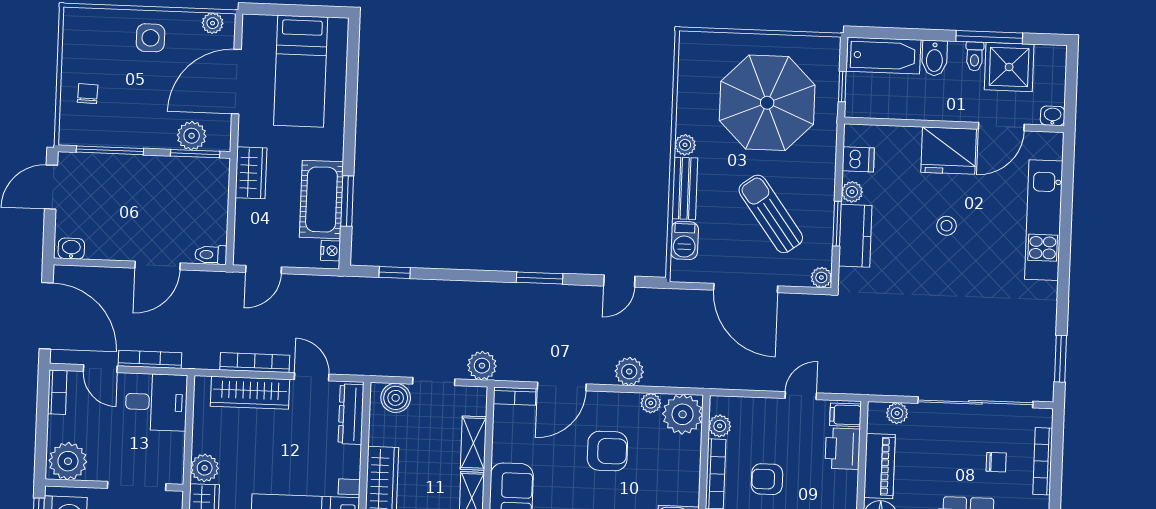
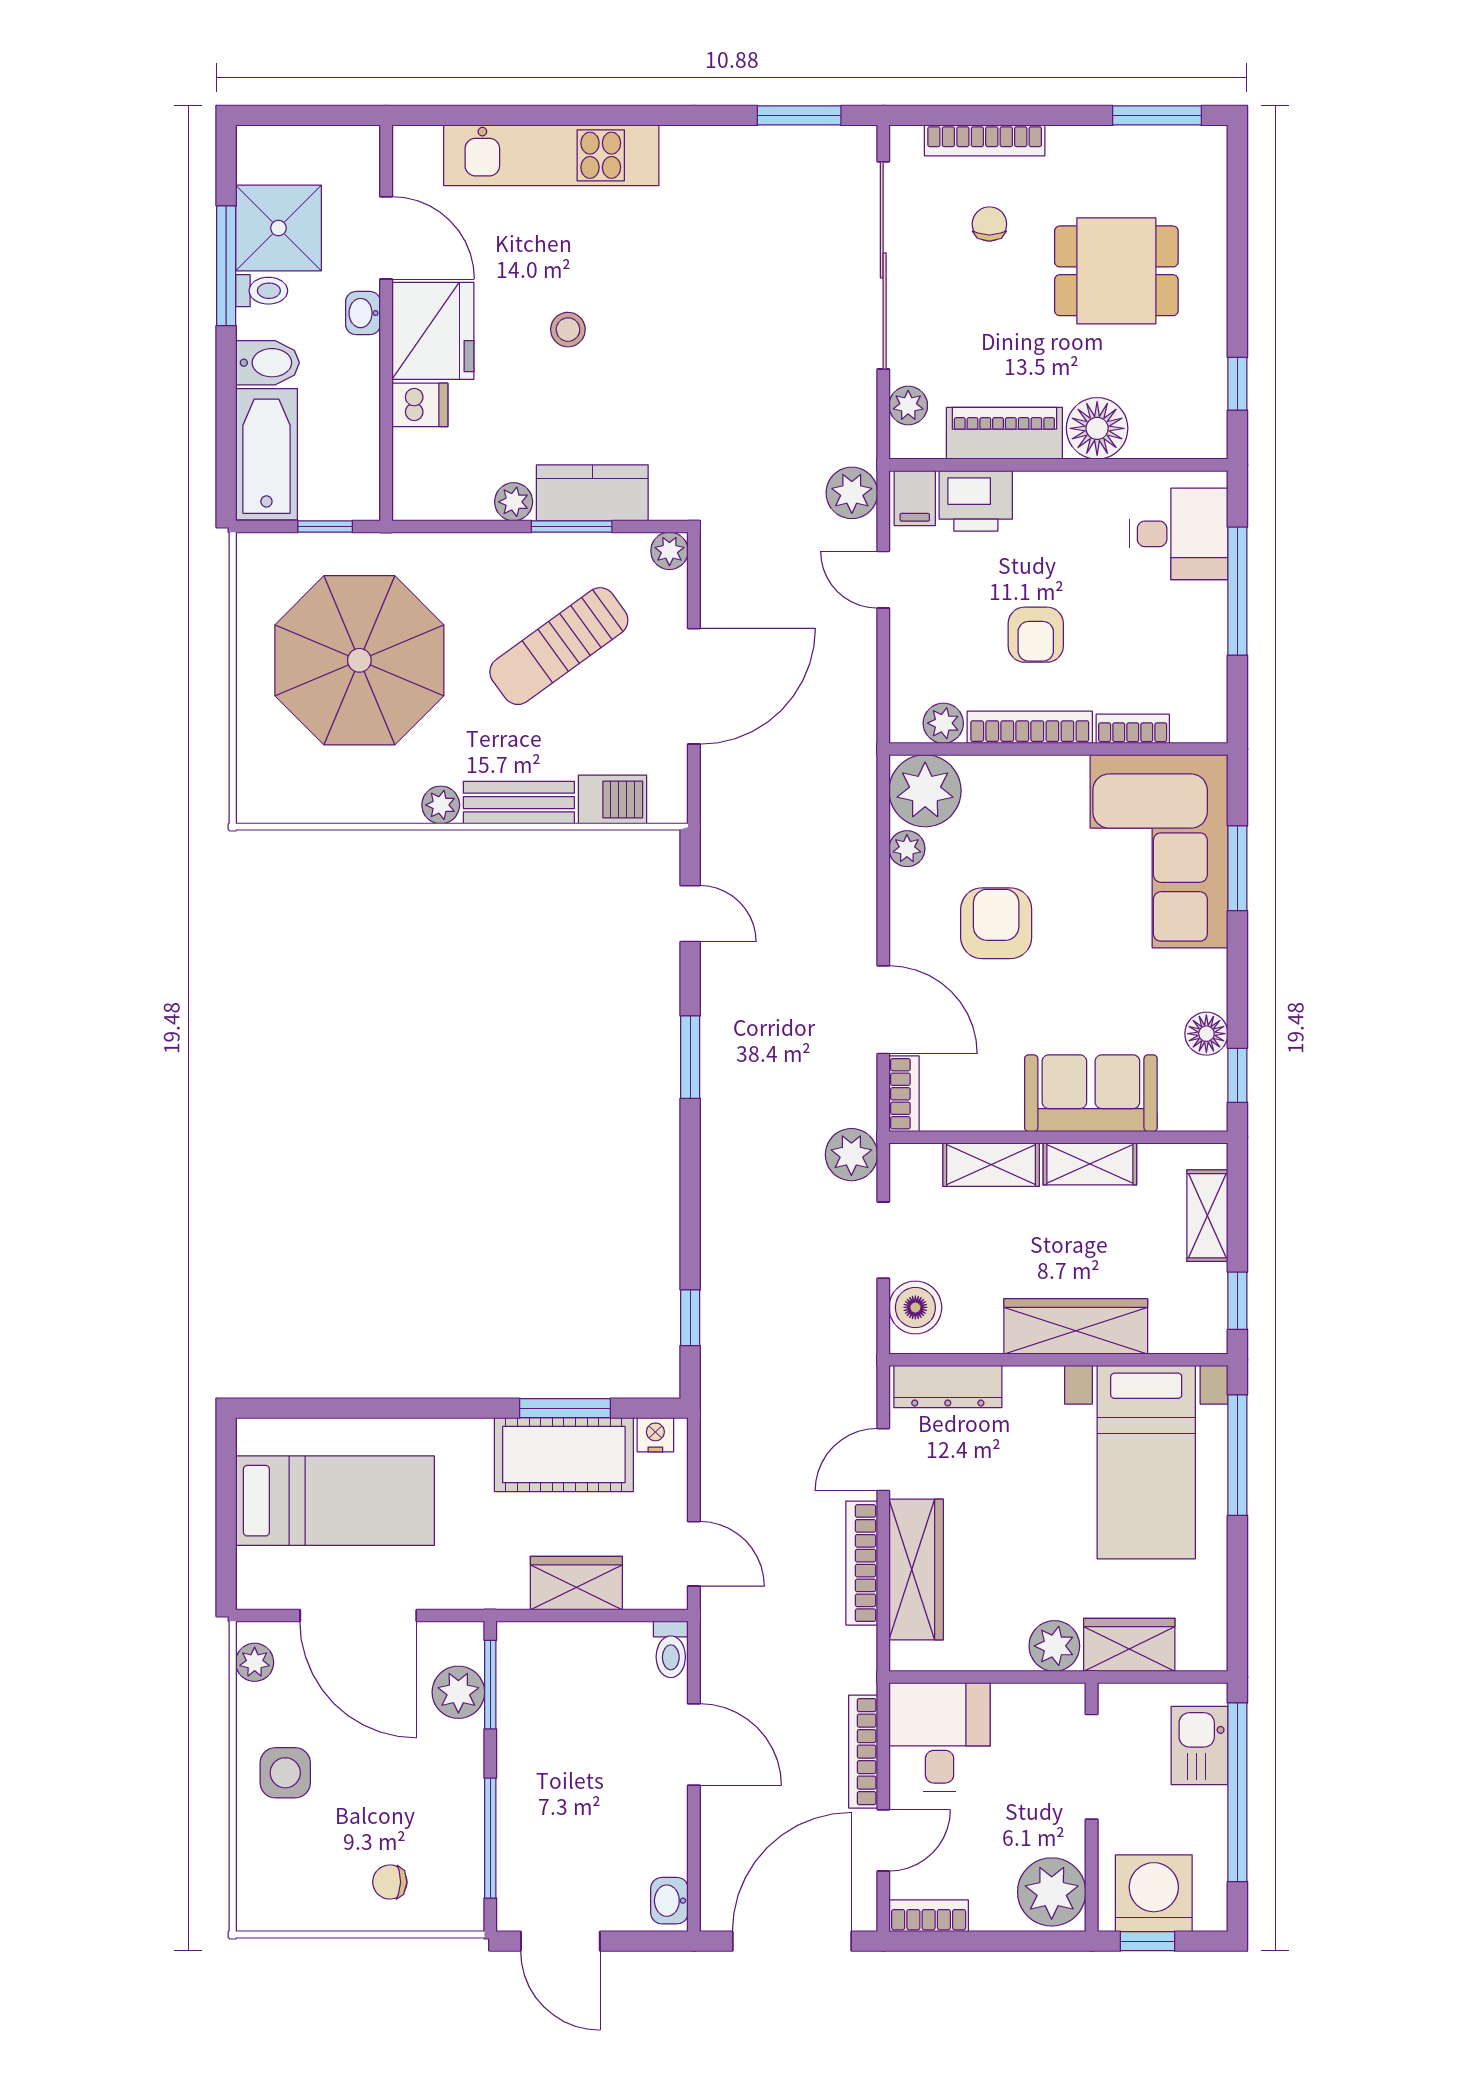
washbasin: (1053, 116) -> (363, 313), moved
dishwasher: (858, 159) -> (420, 405), moved, turned 90
wardrobe: (251, 173) -> (576, 1583), moved
plant: (629, 371) -> (852, 493), moved

